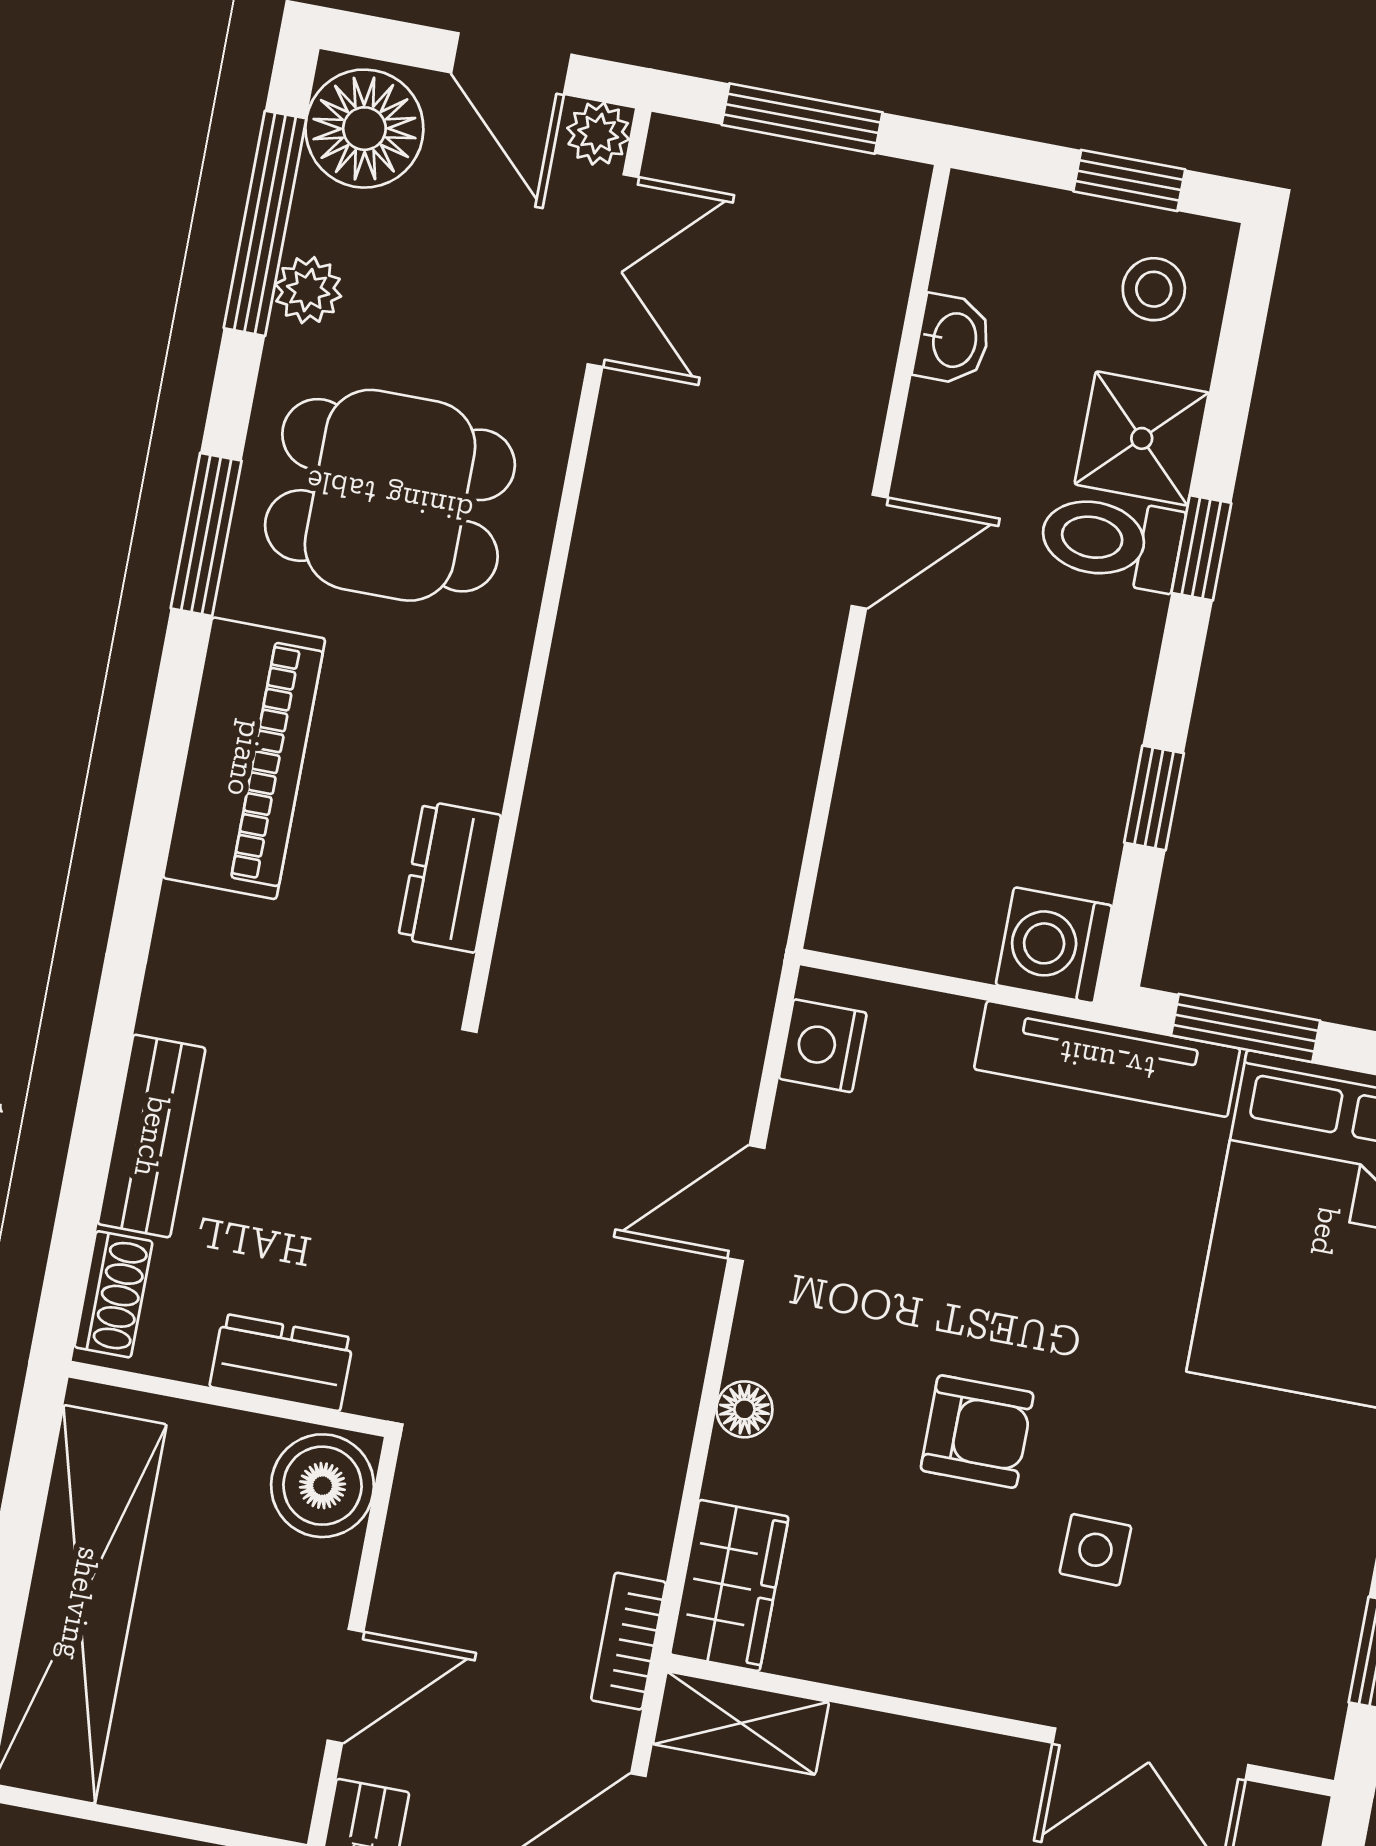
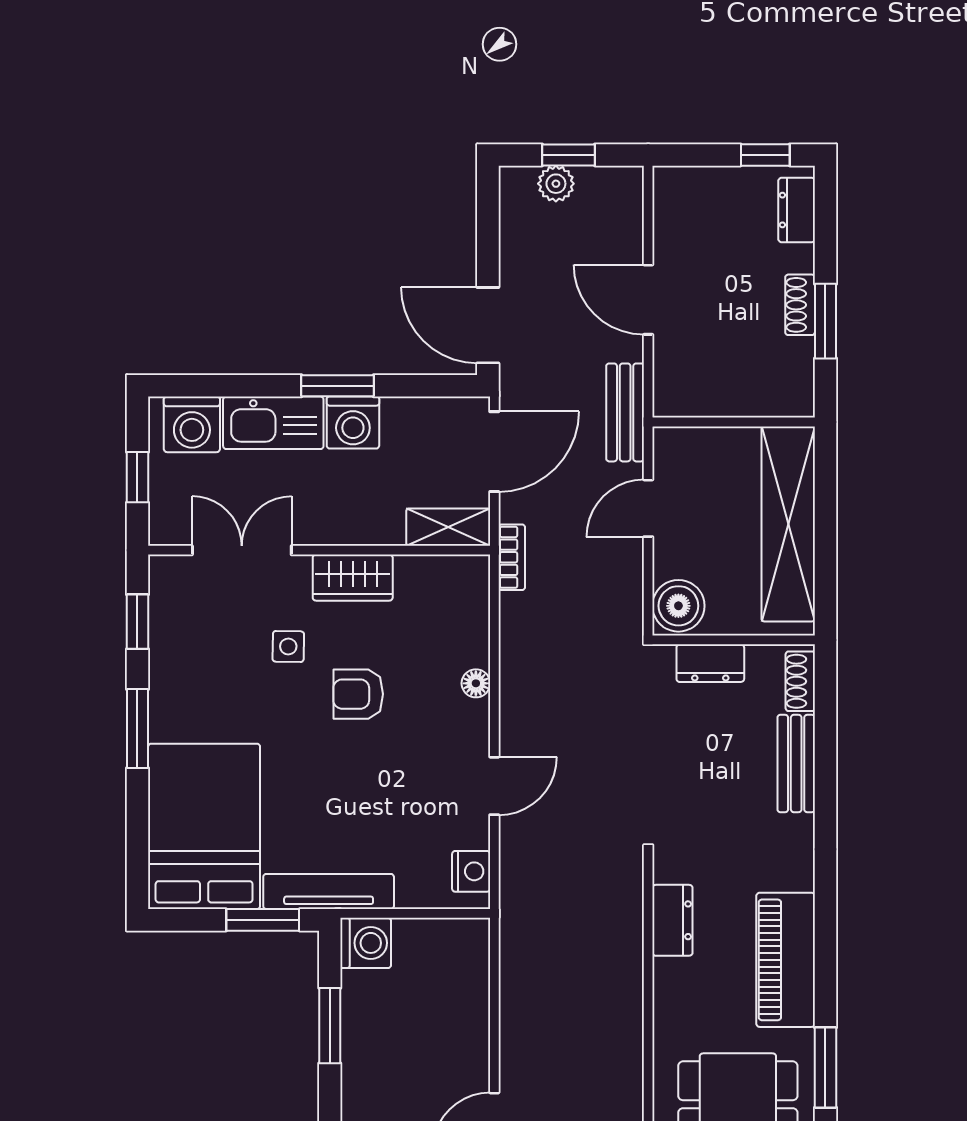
window: (1154, 798) -> (330, 1026), width x1.50
wardrobe: (729, 1585) -> (353, 578), moved, turned -90

